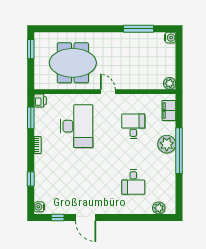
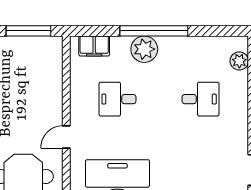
window: (179, 66) -> (28, 31), added
plant: (170, 83) -> (54, 45), removed

